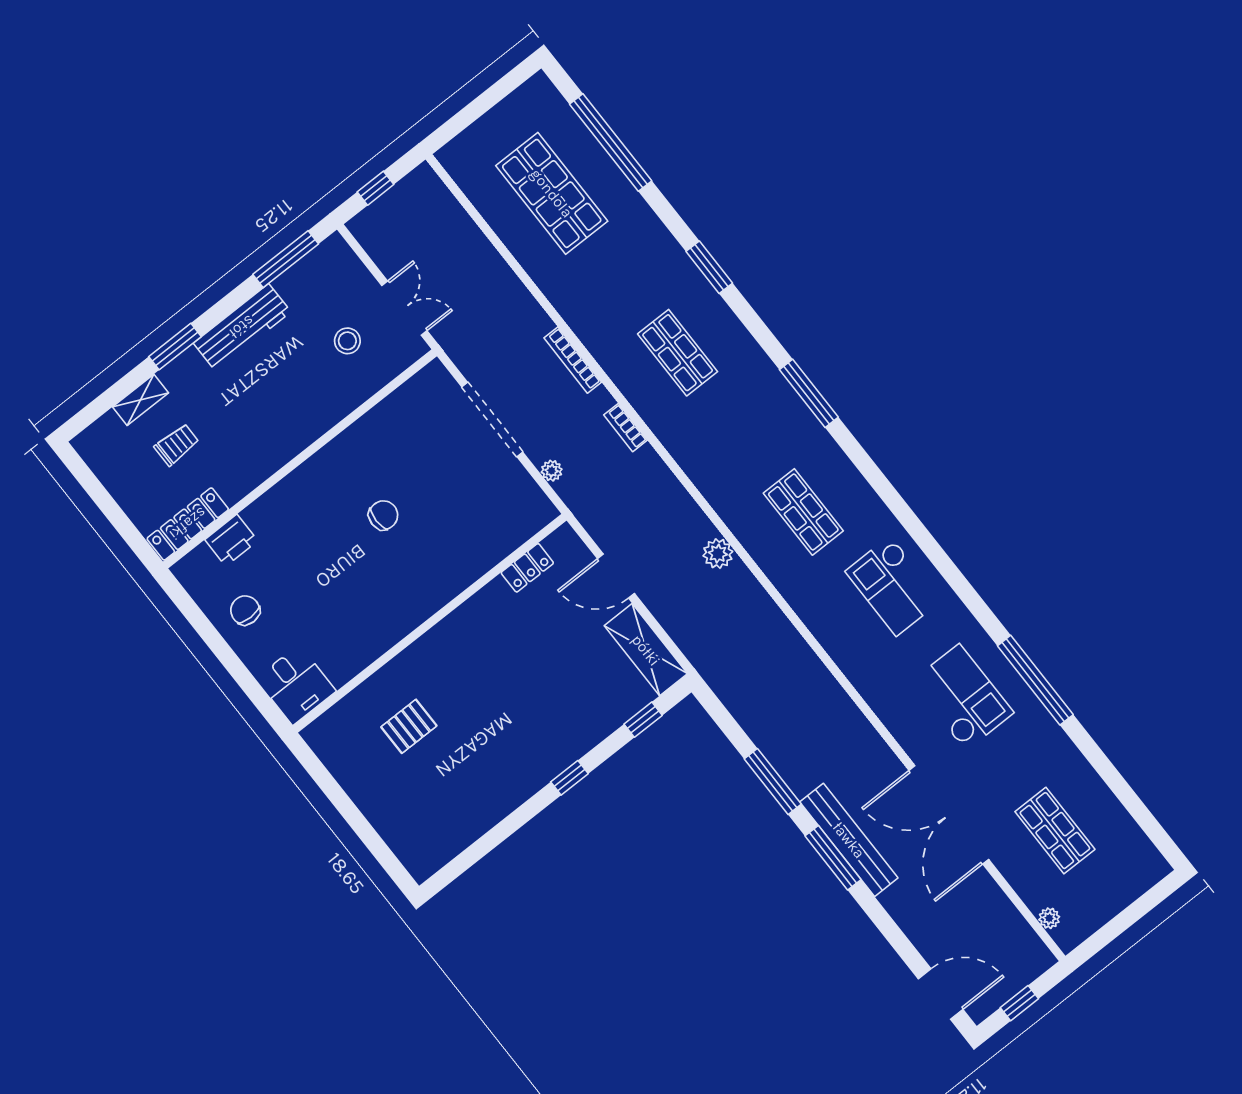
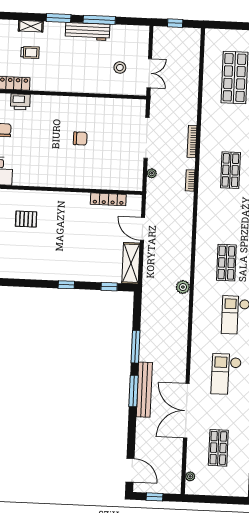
window: (286, 259) -> (99, 20), moved
plant: (718, 554) -> (183, 287), moved
locker: (527, 568) -> (108, 199), width x1.53
checkout: (962, 697) -> (226, 374), turned 180

